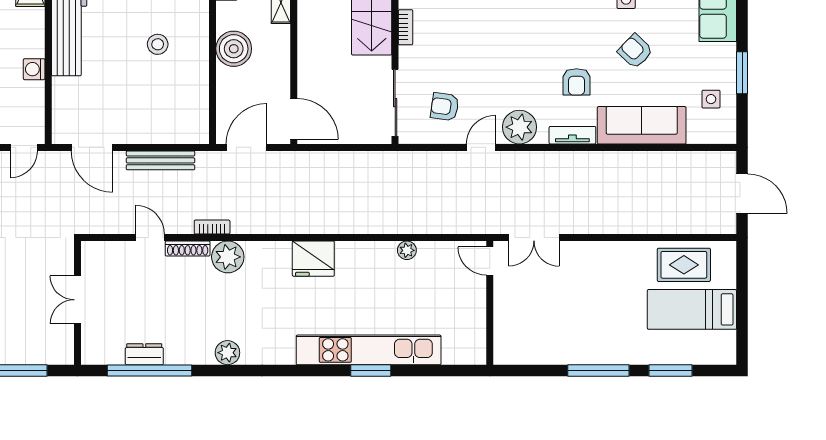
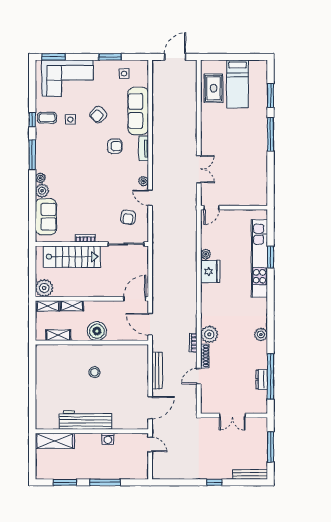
plant: (519, 127) -> (143, 181), width x0.53, depth x0.53
plant: (407, 250) -> (206, 254), moved
fridge: (313, 259) -> (210, 271), moved
door: (490, 261) -> (211, 208), moved
wall: (490, 303) -> (234, 208), moved

